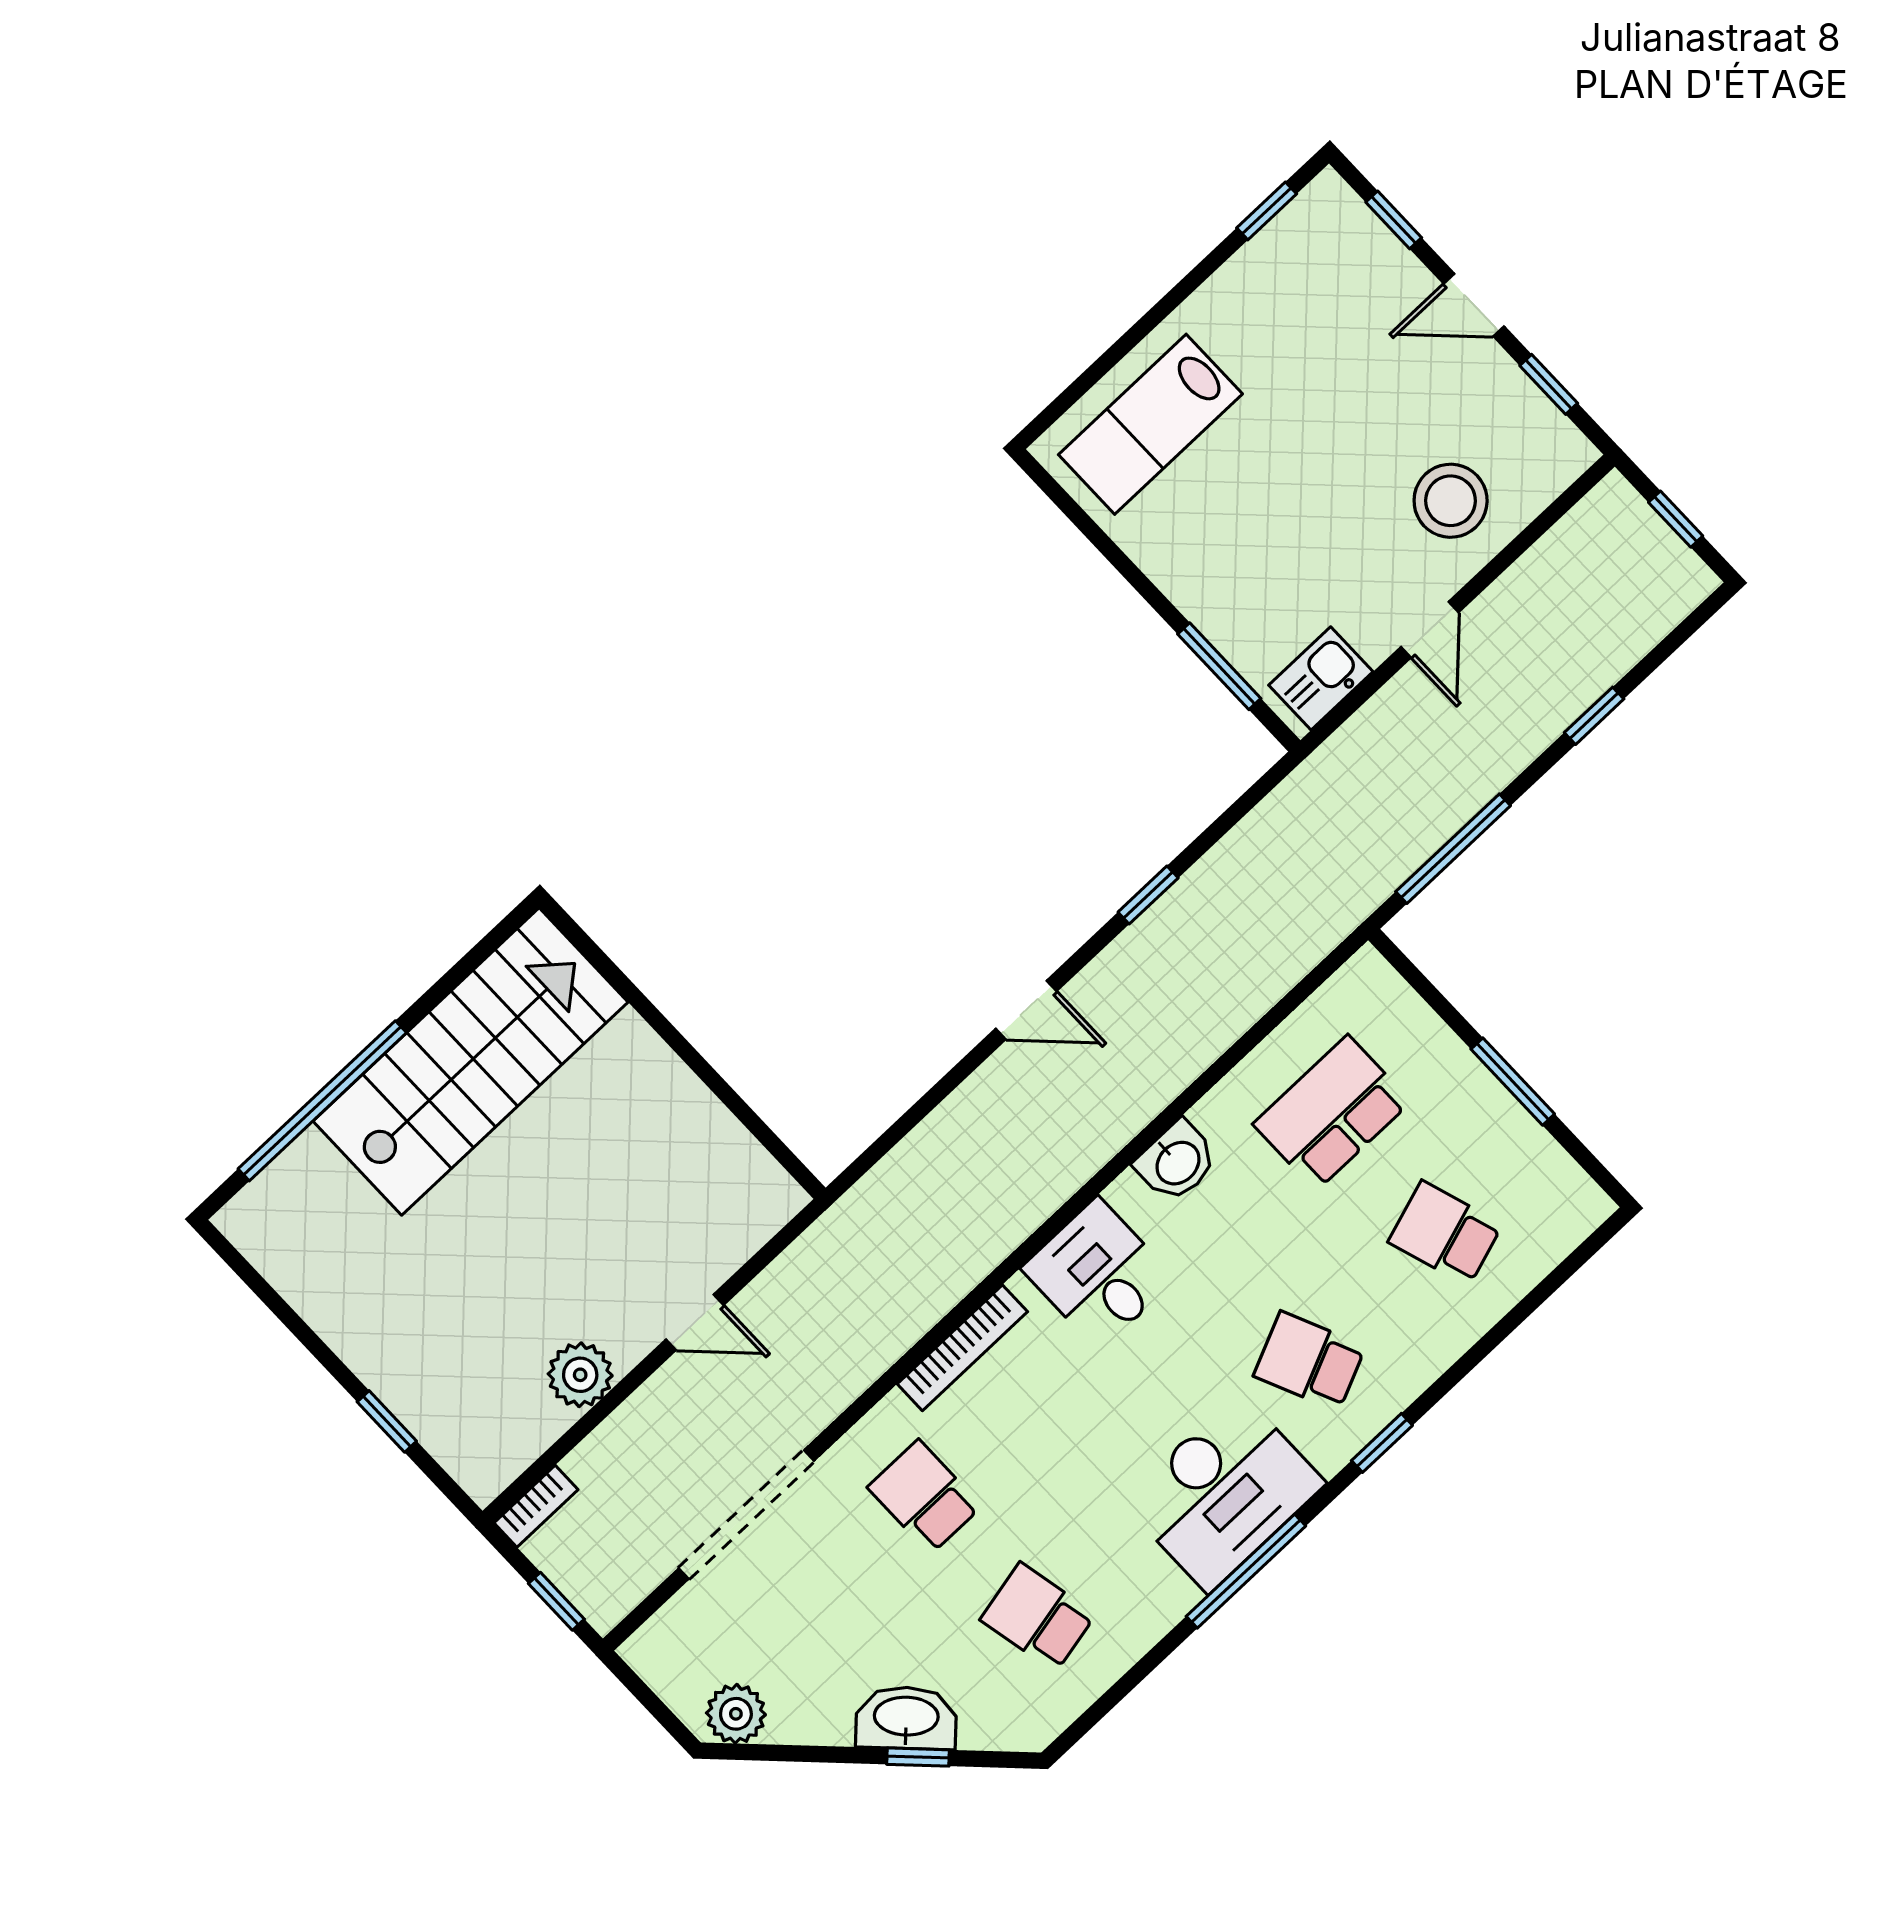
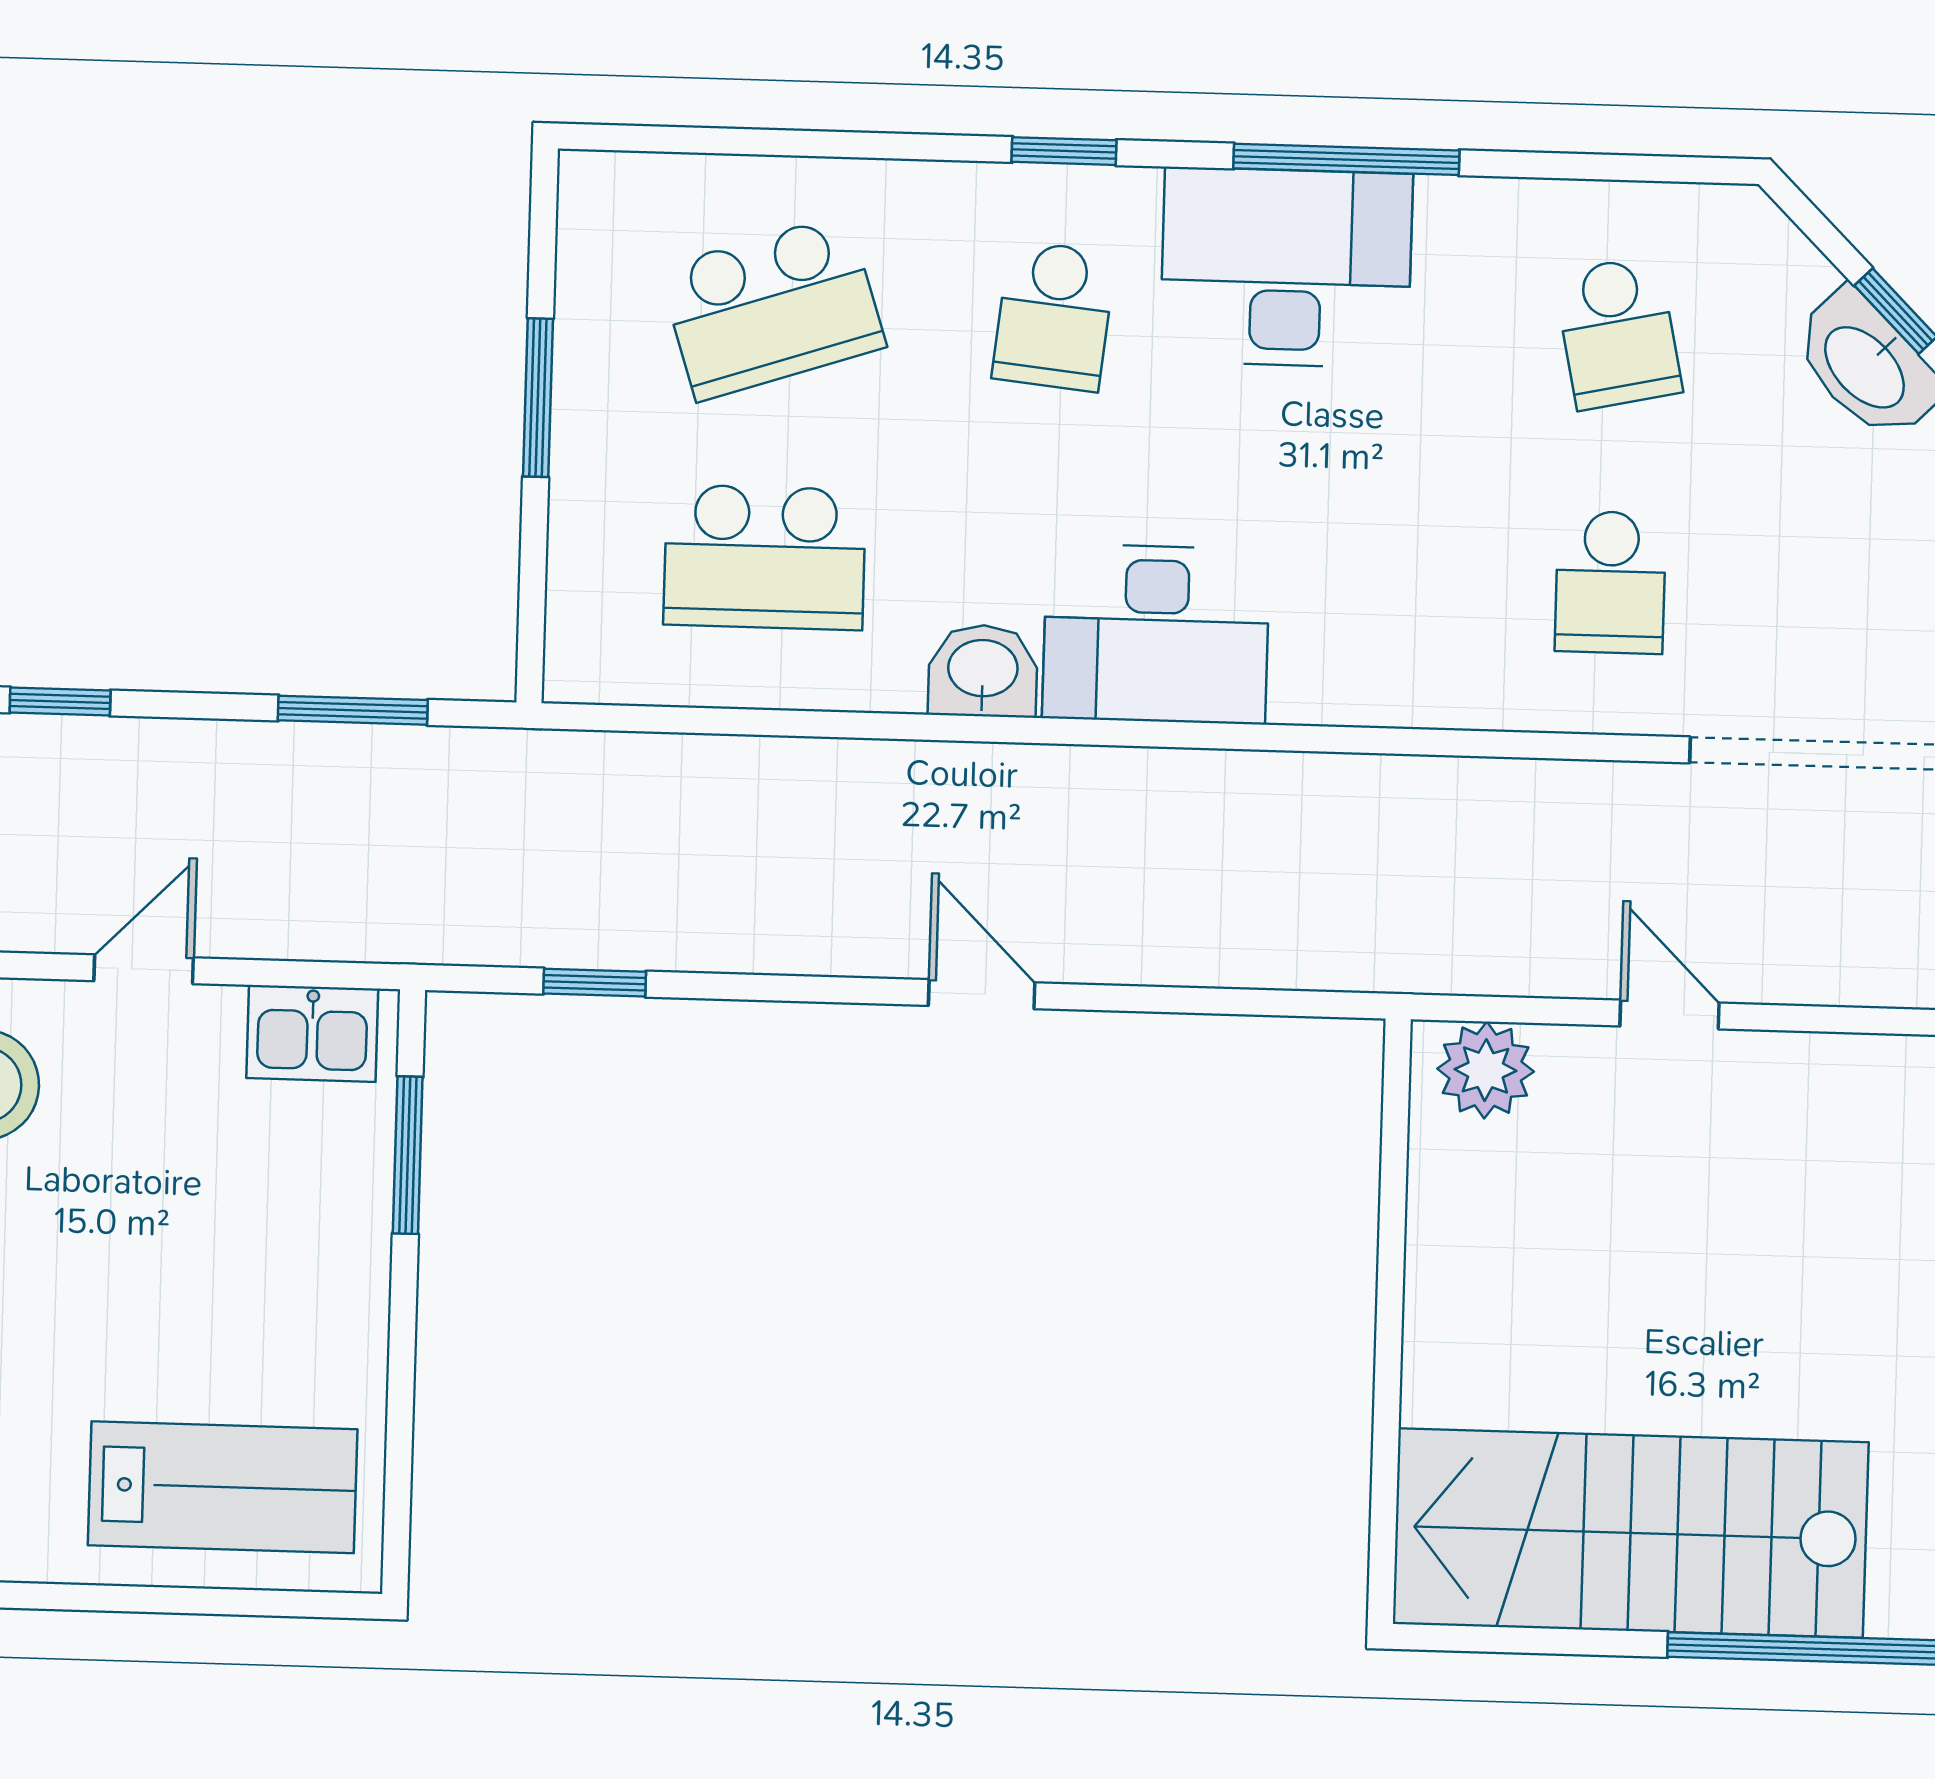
window: (1453, 849) -> (353, 710), width x0.69
window: (1148, 895) -> (595, 983), moved
school desk: (1445, 1233) -> (772, 308), width x1.85
desk: (1098, 1274) -> (1156, 634), width x1.37
bookcase: (962, 1348) -> (1411, 701), removed
school desk: (1309, 1361) -> (1054, 316), turned 30
plant: (580, 1375) -> (1486, 1070), moved

